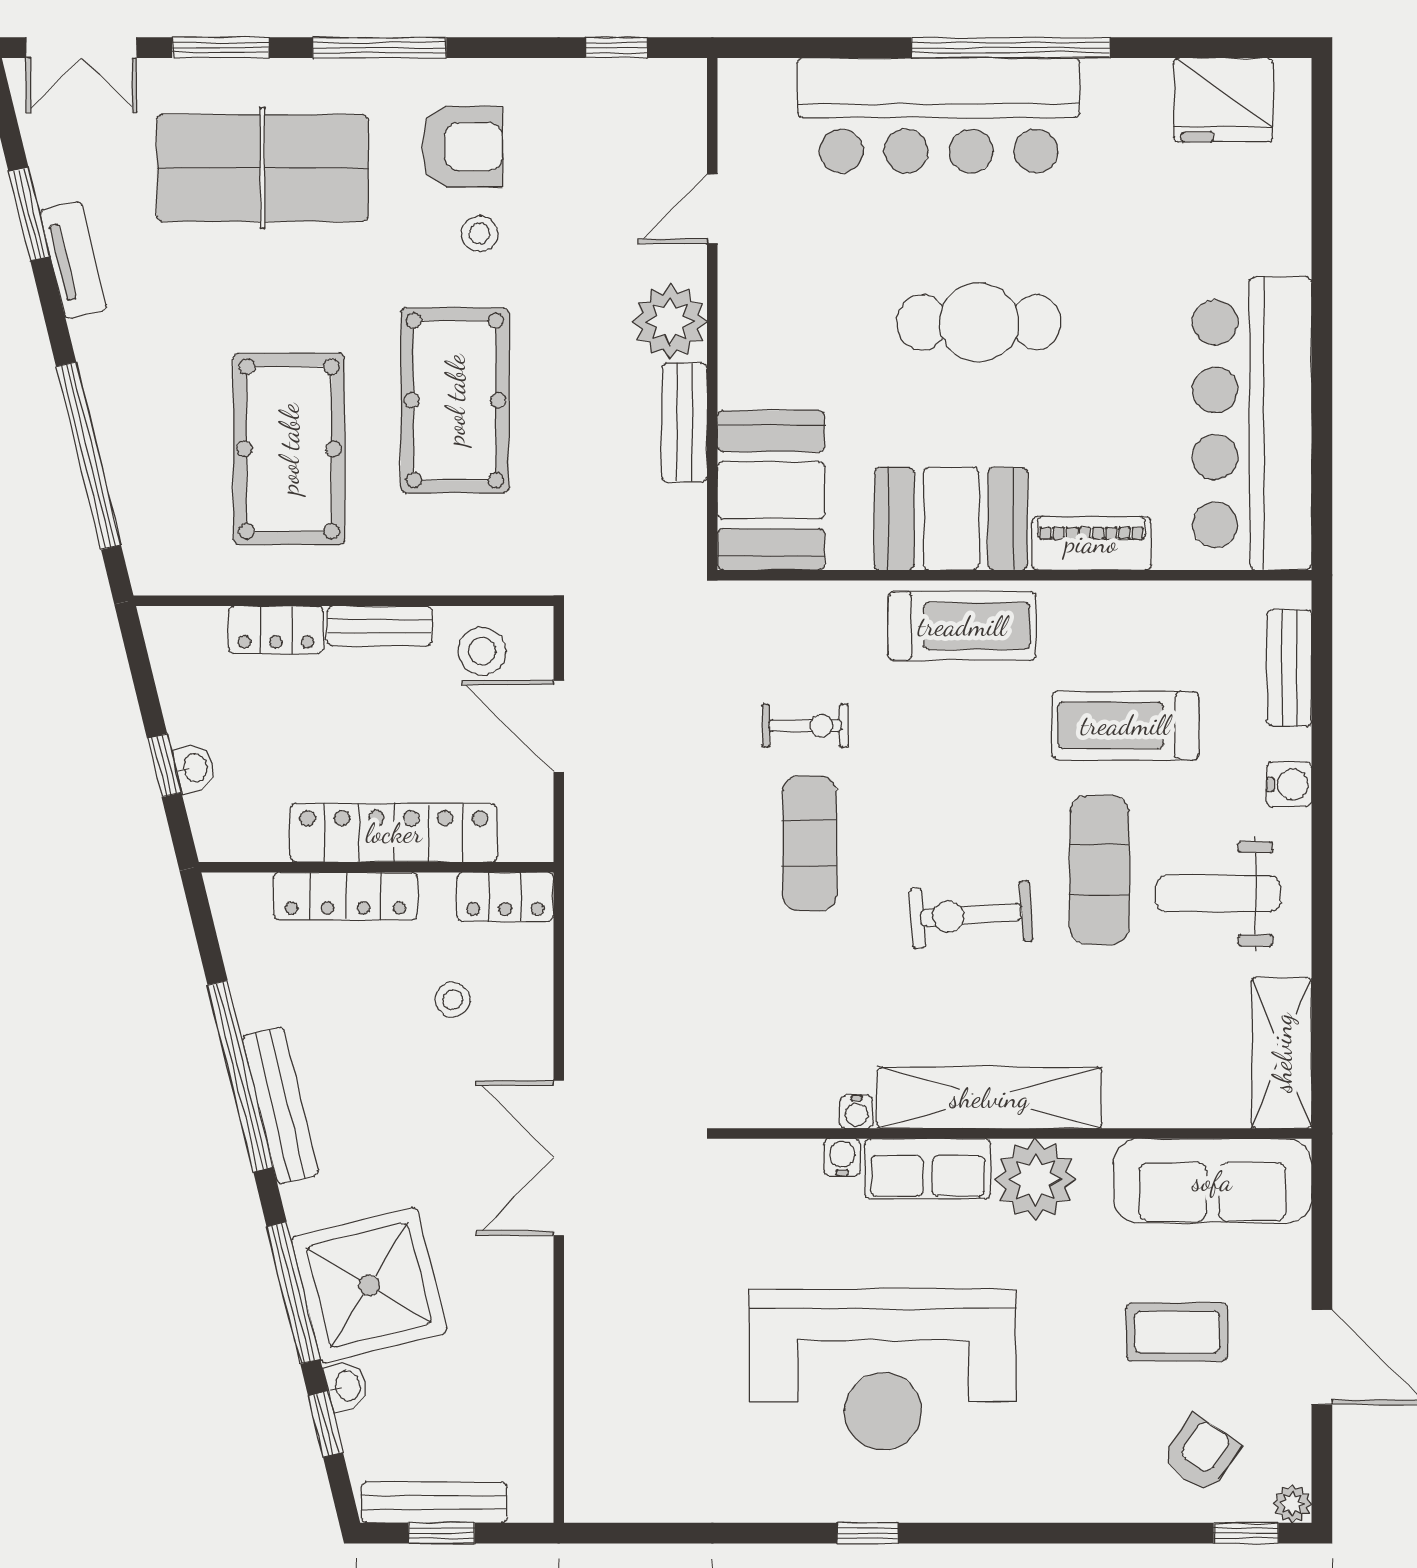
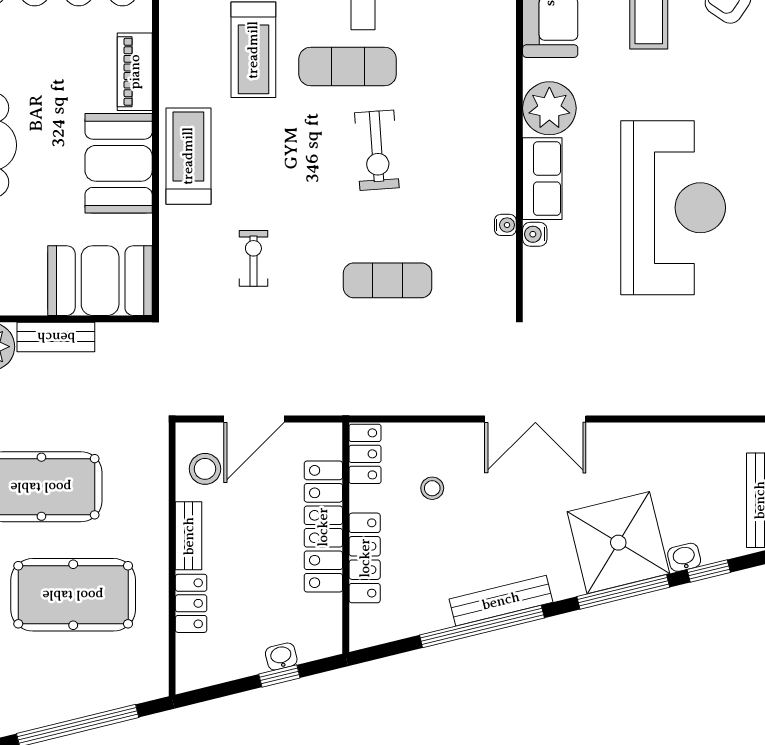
exercise mat: (810, 843) -> (388, 280), moved
shelving: (989, 1098) -> (496, 138), removed

